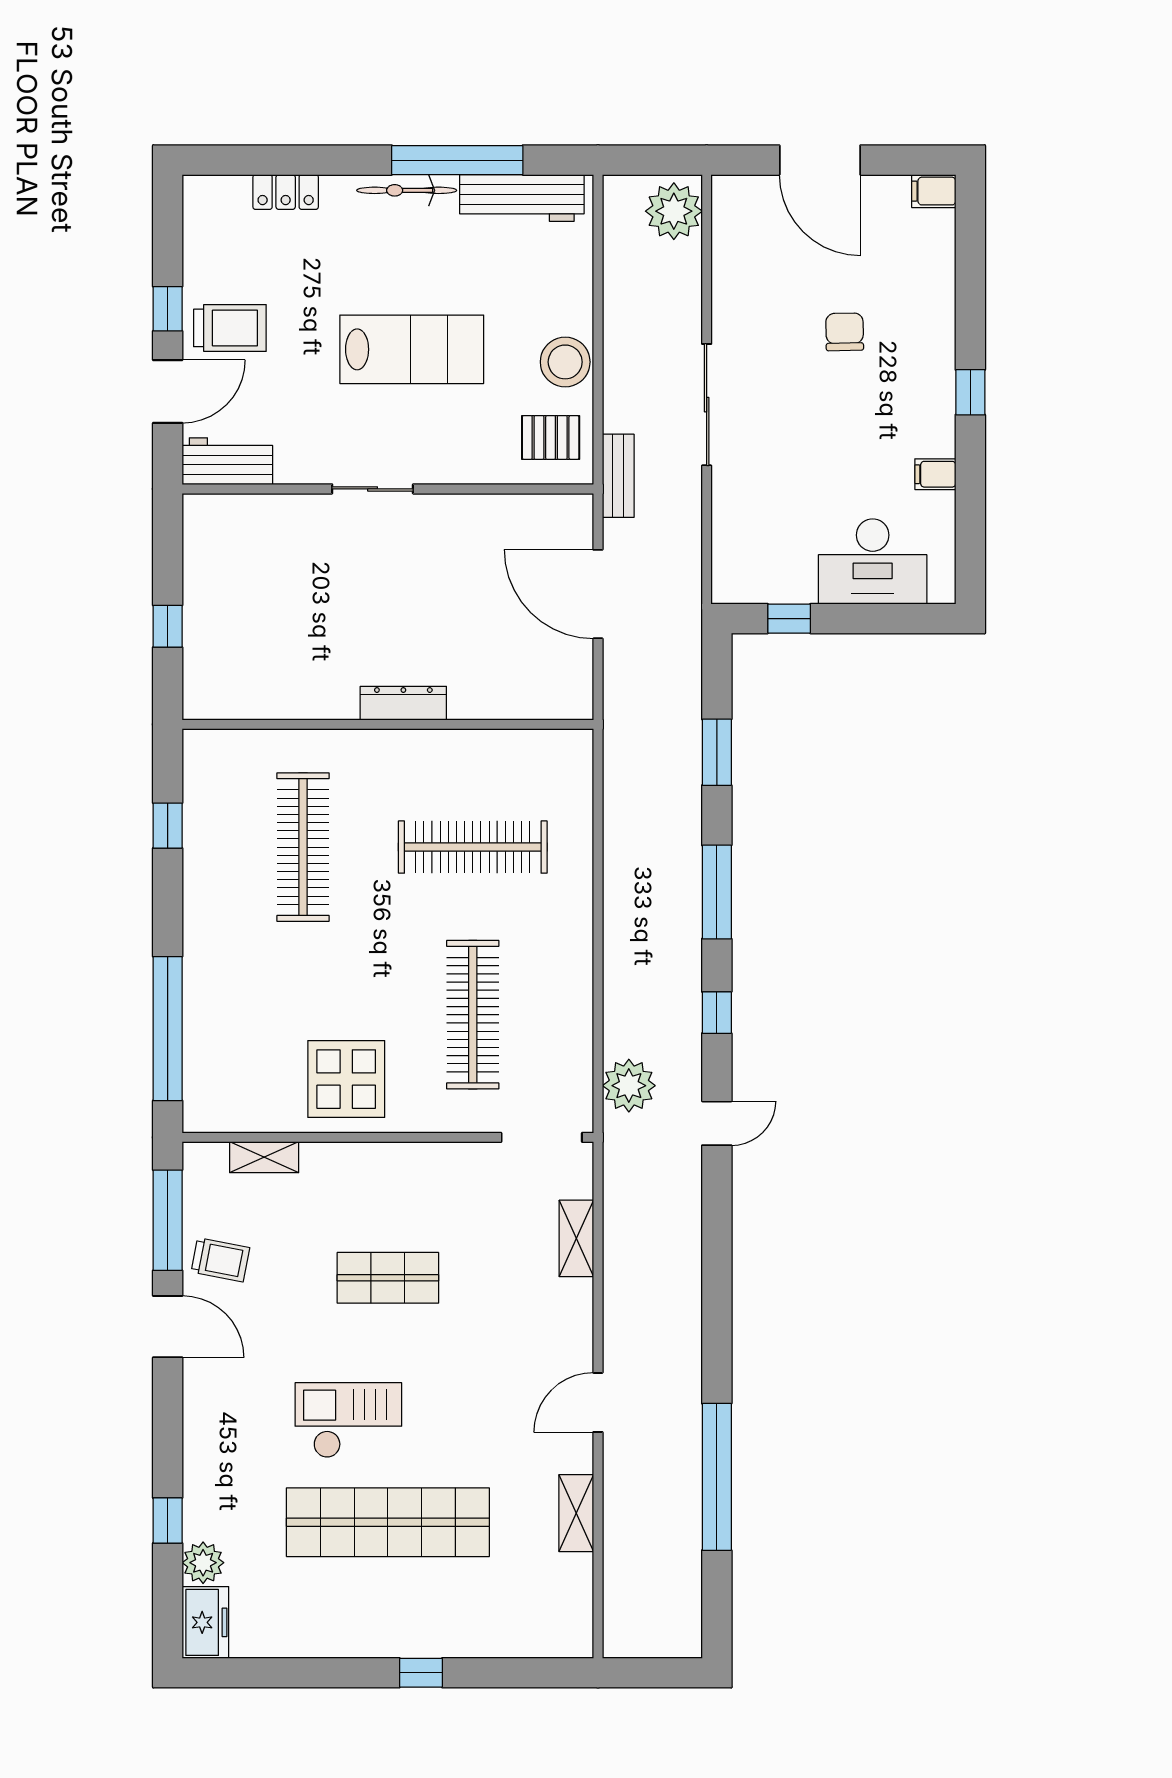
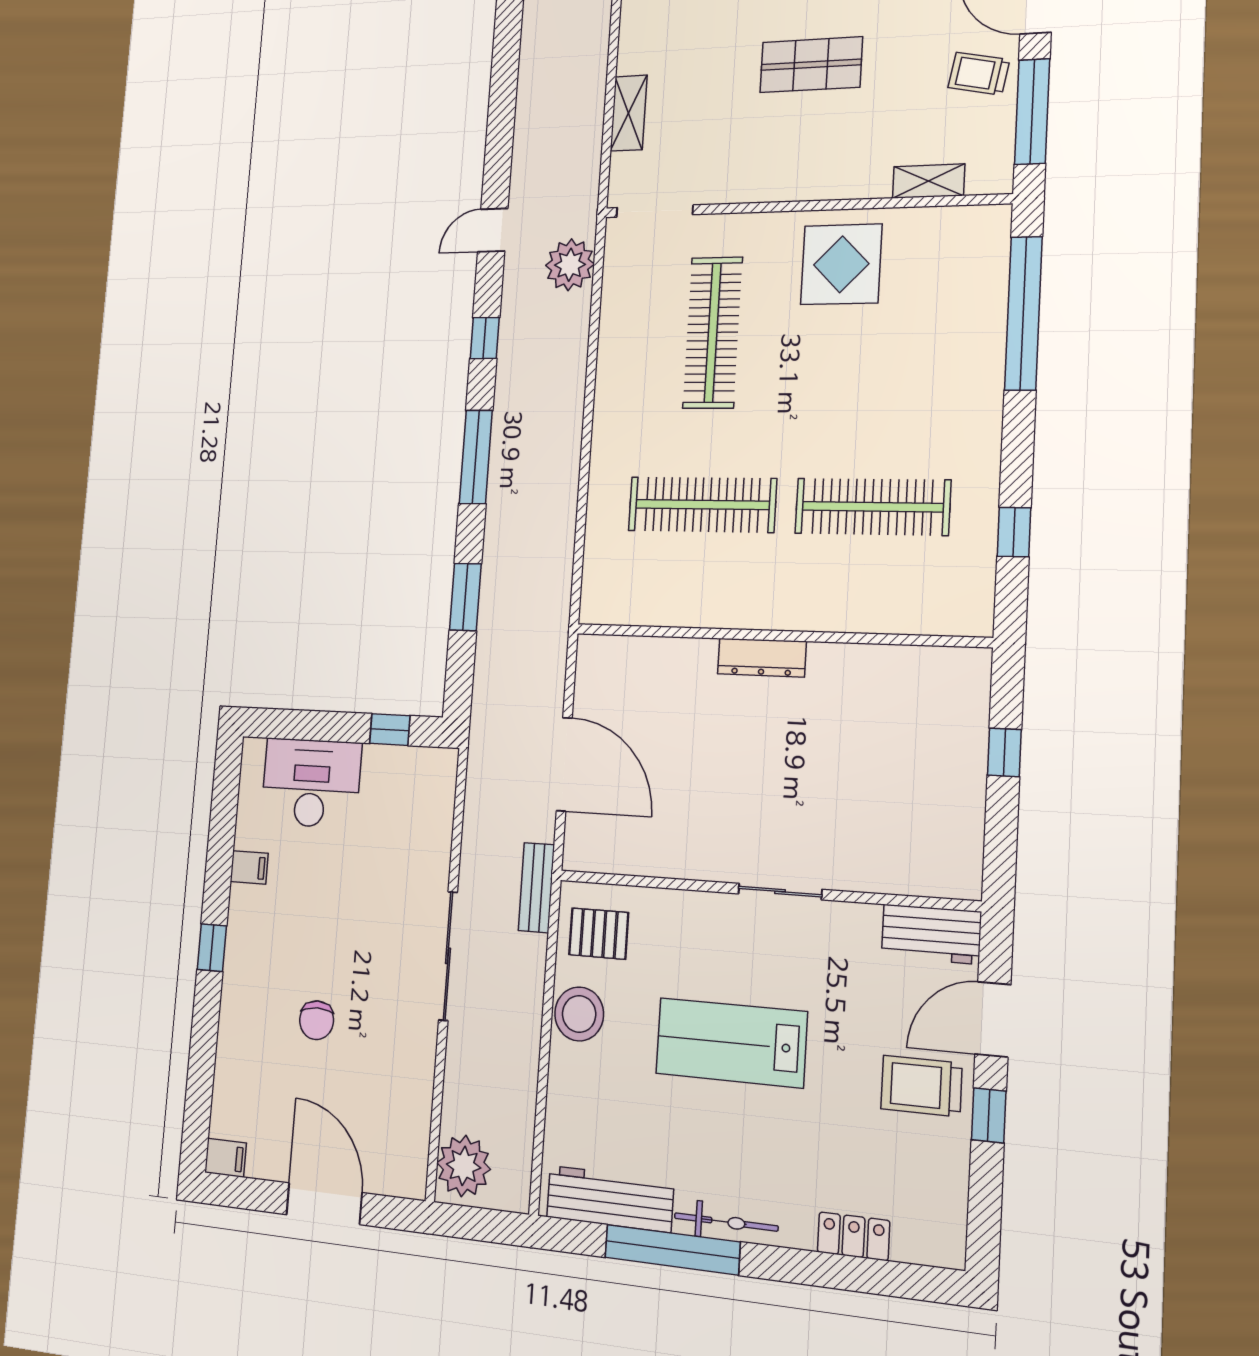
clothes rail: (303, 847) -> (872, 507), turned 90

